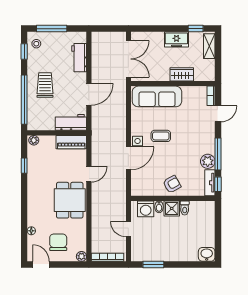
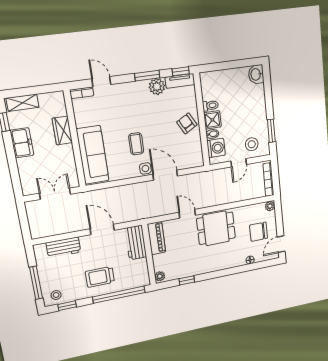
double door: (128, 59) -> (55, 194), width x0.73
window: (218, 154) -> (147, 76), width x0.69
stool: (144, 244) -> (252, 144), added

